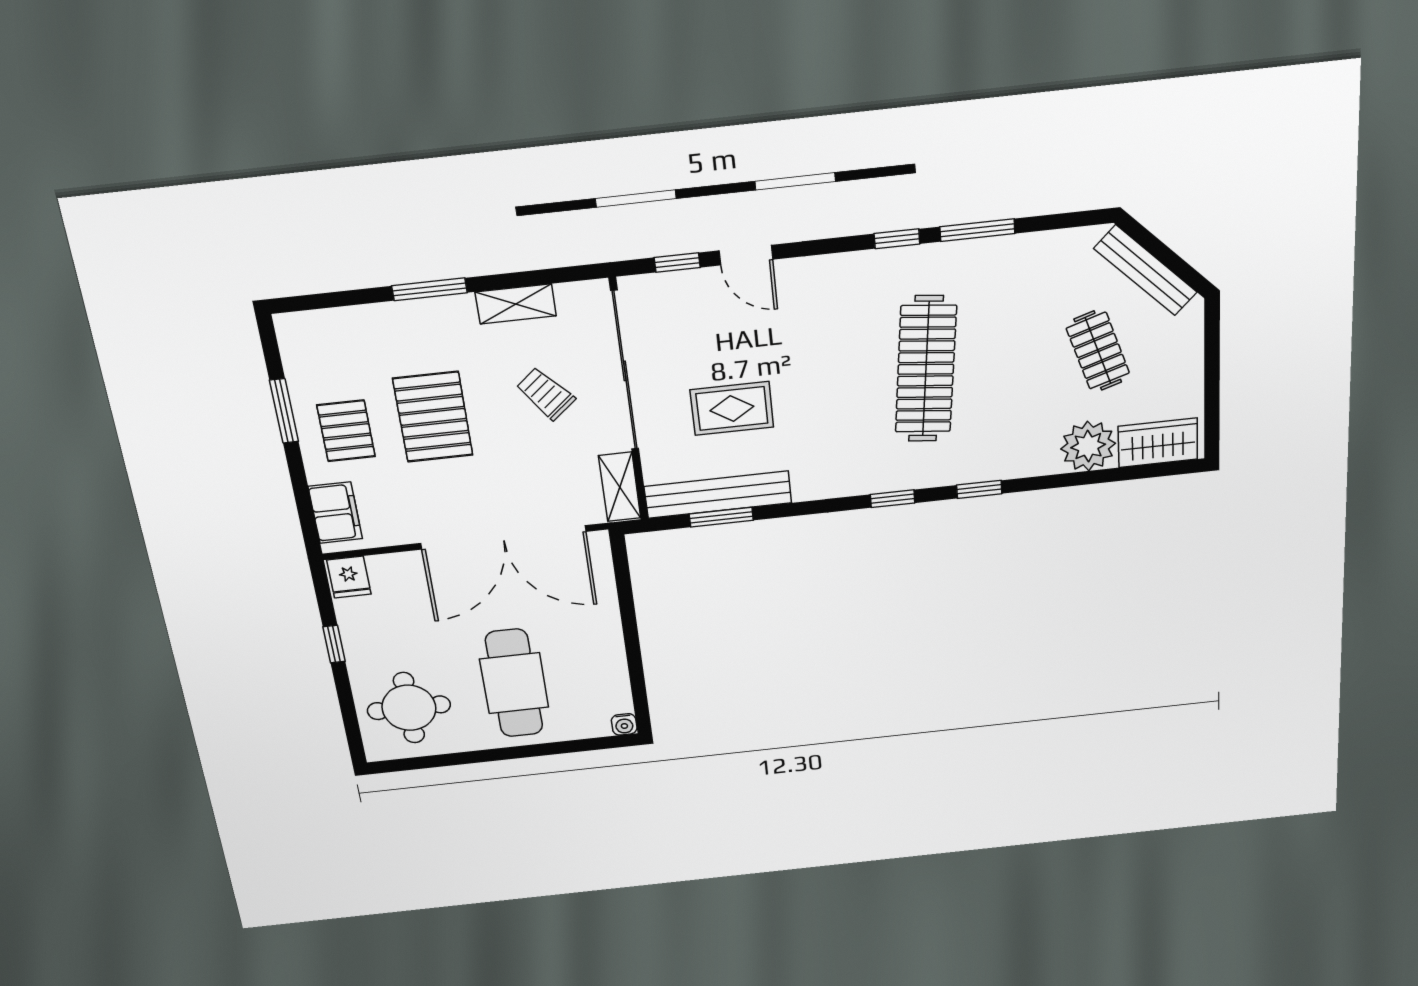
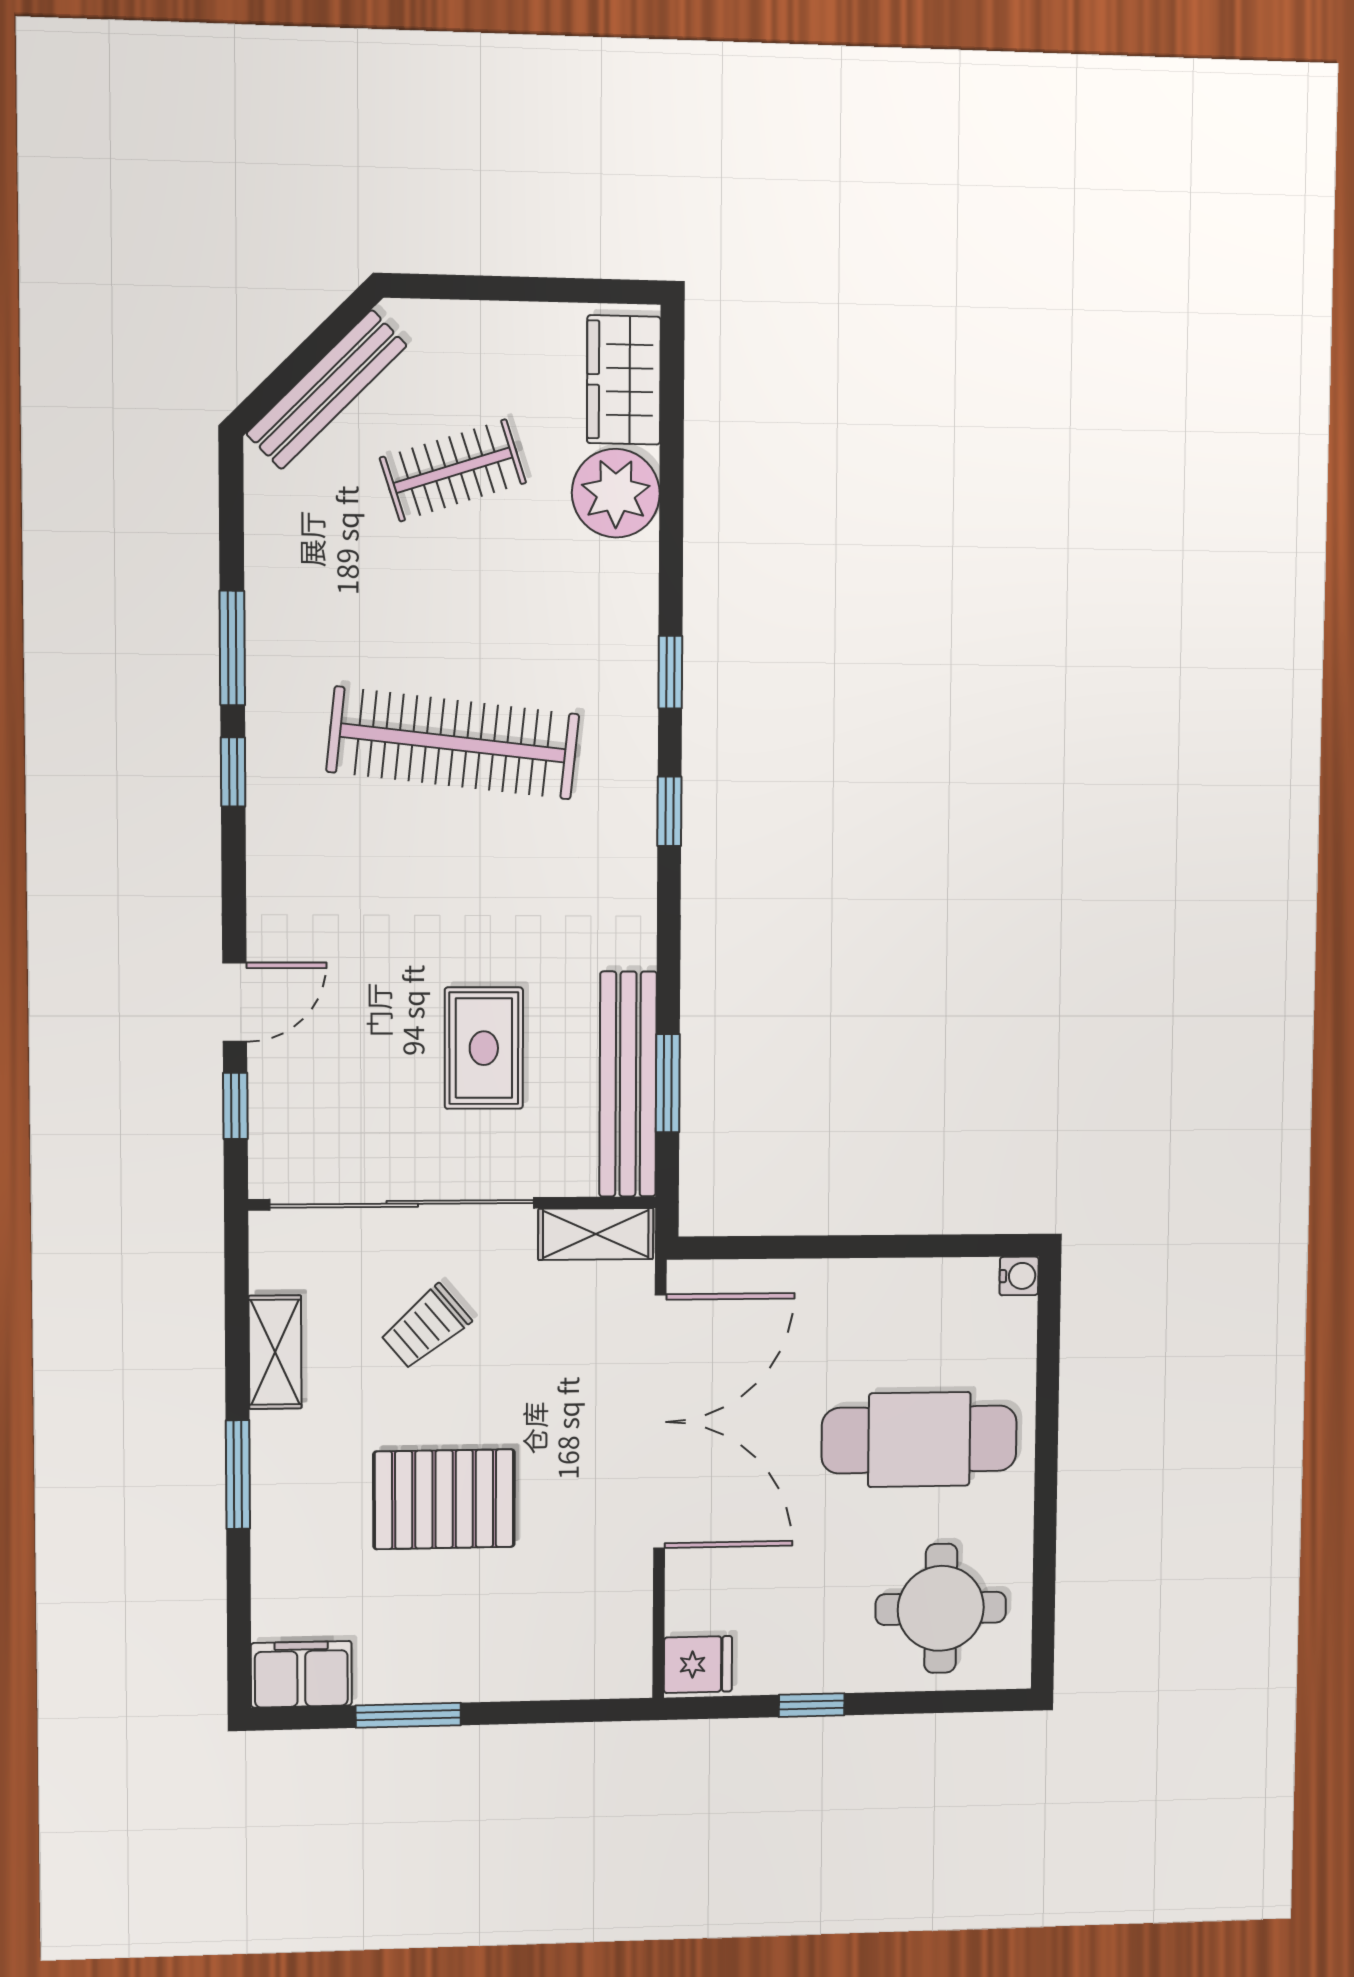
pallet: (346, 431) -> (452, 1630), removed
filing cabinet: (335, 513) -> (301, 1674), moved

